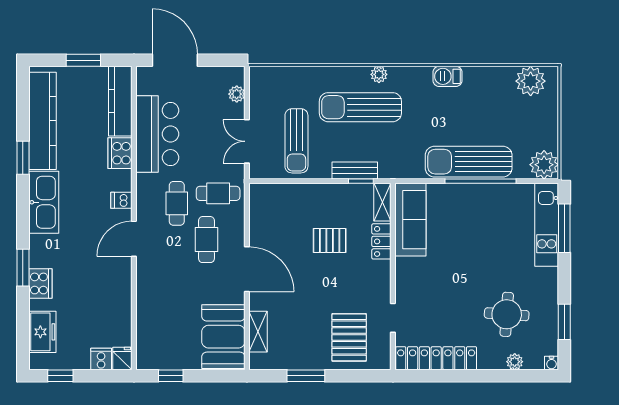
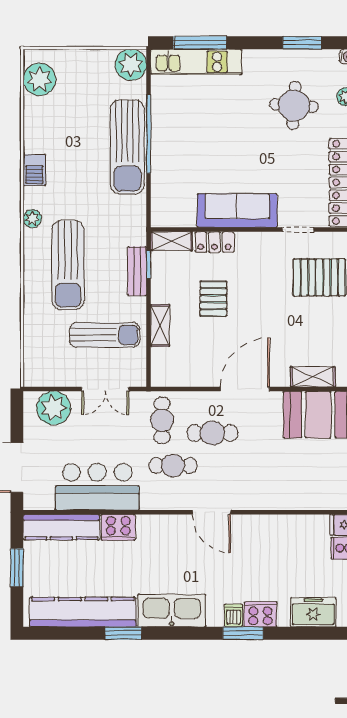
plant: (379, 74) -> (32, 219), moved
plant: (237, 94) -> (54, 408), width x1.88, depth x1.88
shelving: (305, 192) -> (160, 325), added
dishwasher: (121, 200) -> (233, 615), moved, turned 180
sofa: (410, 220) -> (237, 211), moved

